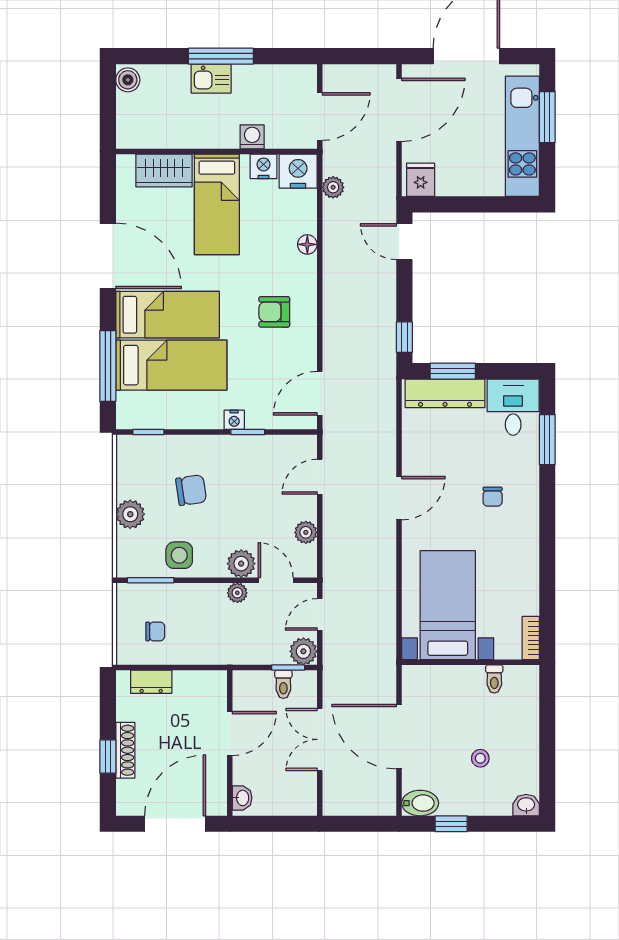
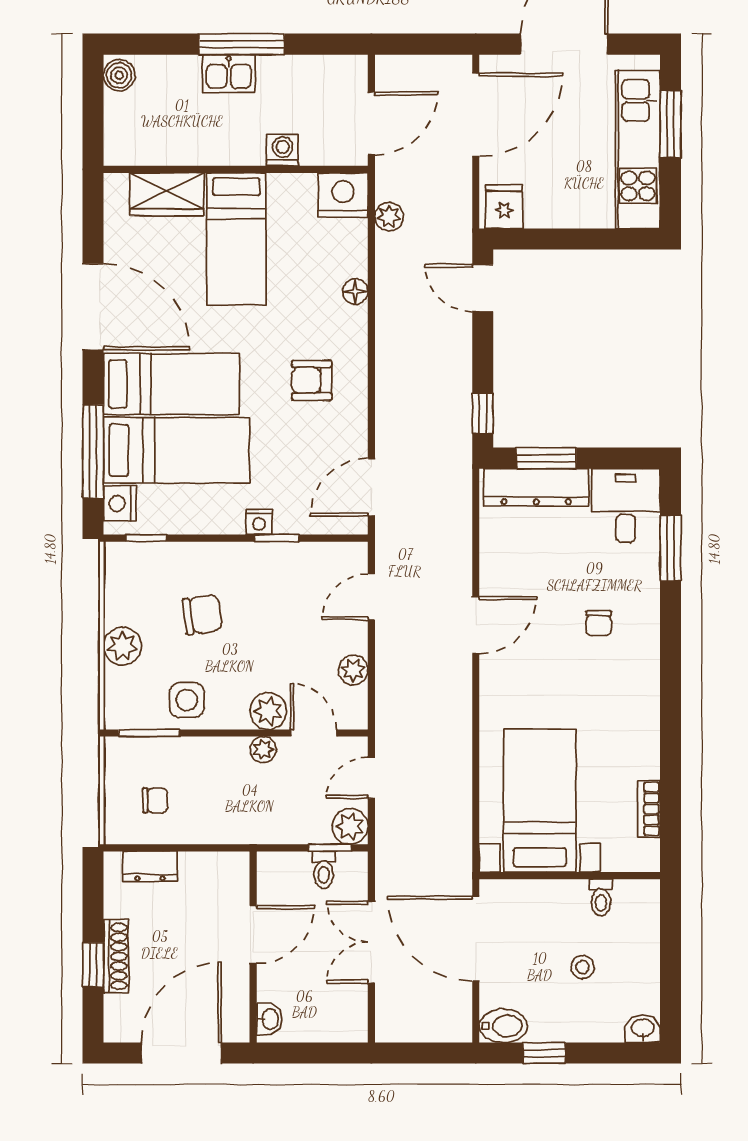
nightstand: (264, 166) -> (120, 503), moved, turned -90
bed with nightstands: (448, 605) -> (540, 801), moved
wall: (471, 662) -> (570, 876), moved
toilet: (494, 679) -> (601, 898), moved

